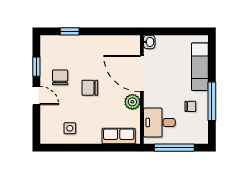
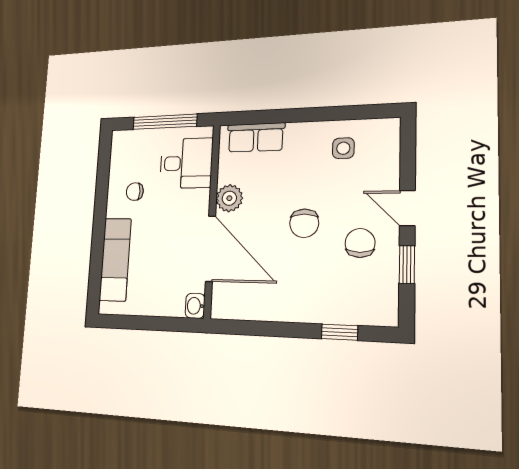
chair: (60, 77) -> (360, 243), turned 180
chair: (90, 88) -> (304, 223), turned 90
window: (212, 101) -> (101, 201), removed

